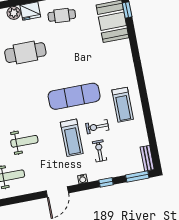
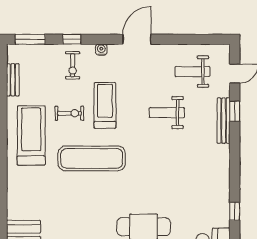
treadmill: (123, 105) -> (31, 135), width x1.37, depth x1.38
exercise bike: (100, 151) -> (73, 65), moved
bench: (147, 158) -> (13, 80), moved

